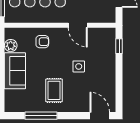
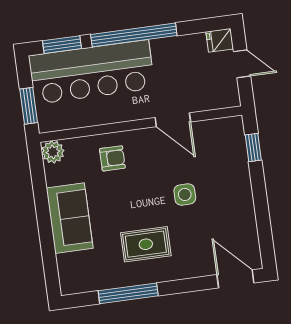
plant: (11, 46) -> (53, 152), moved
rug: (54, 90) -> (146, 244), turned 90

